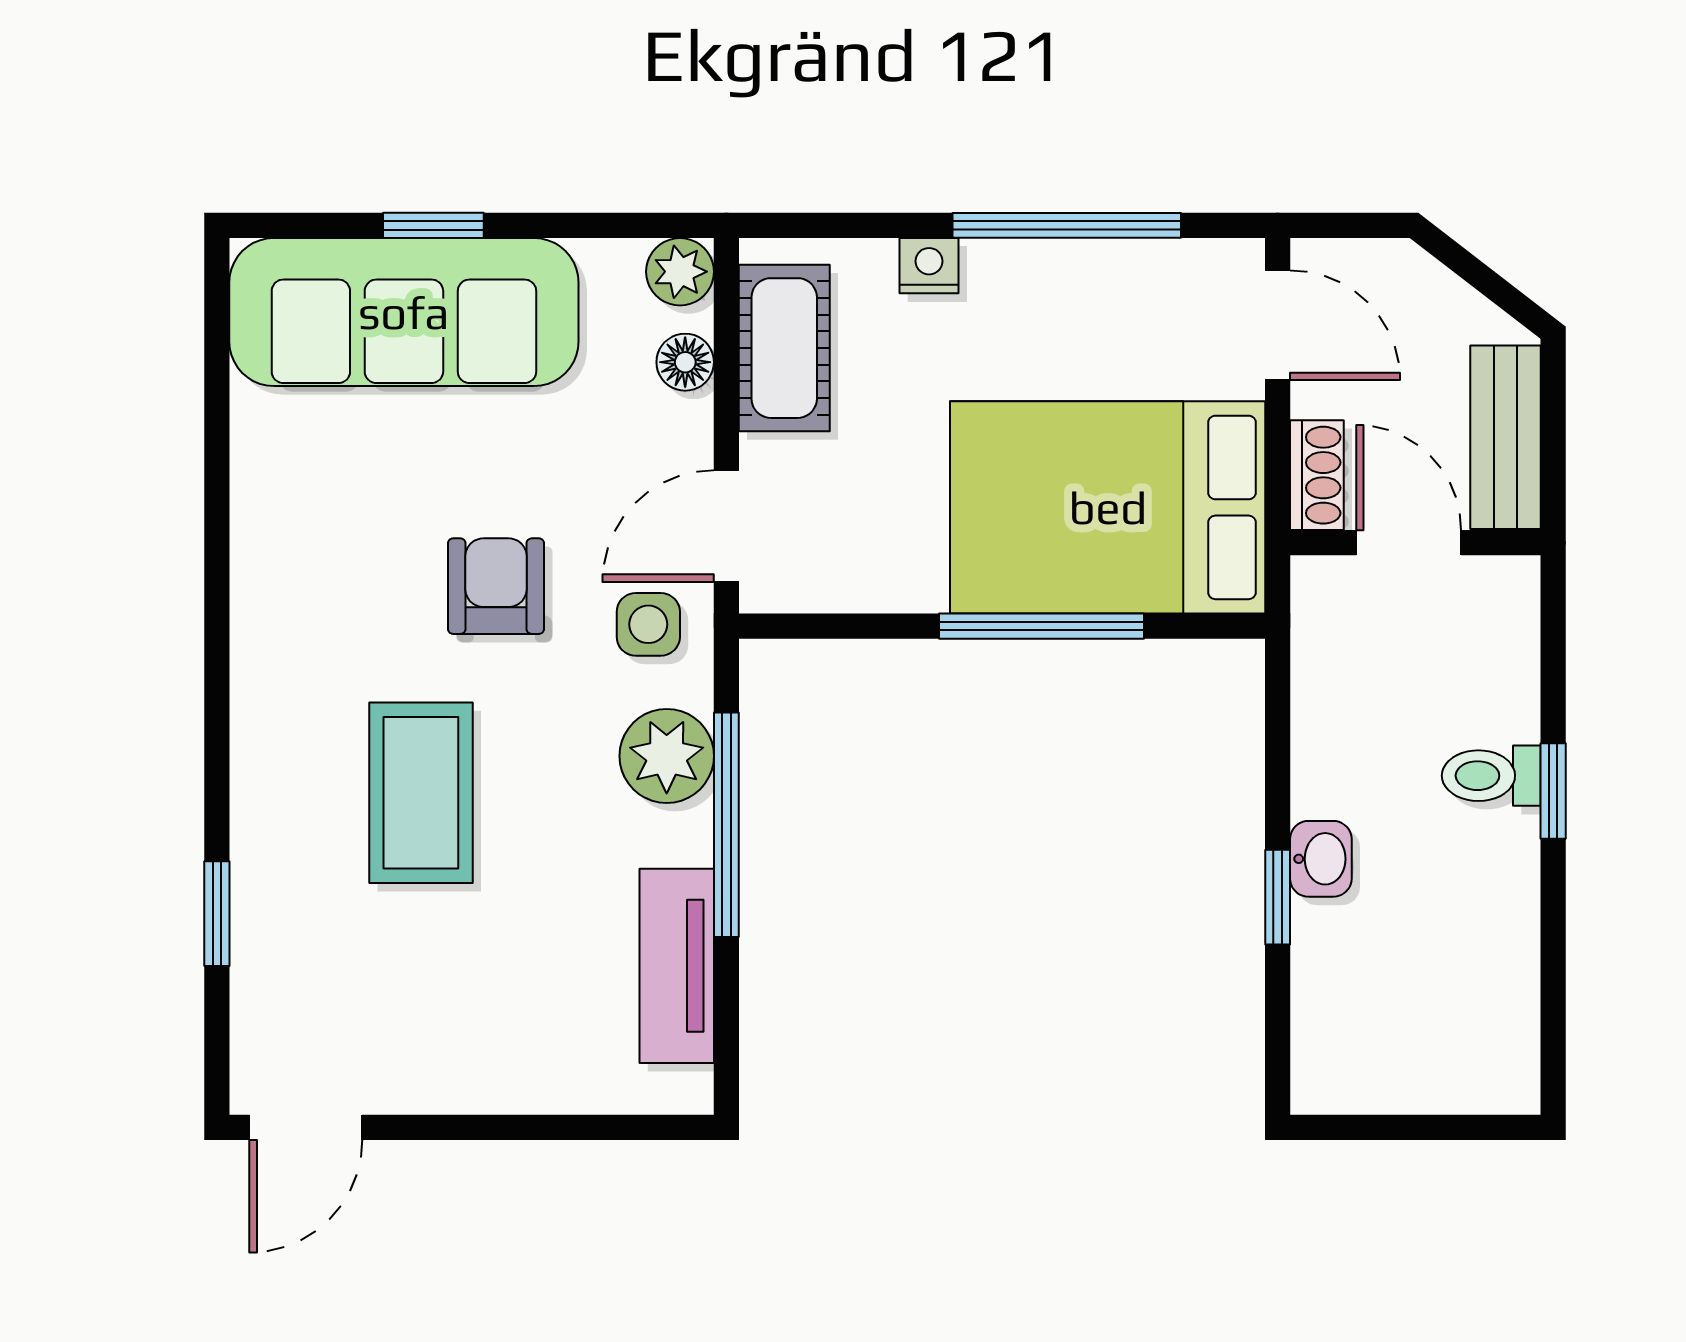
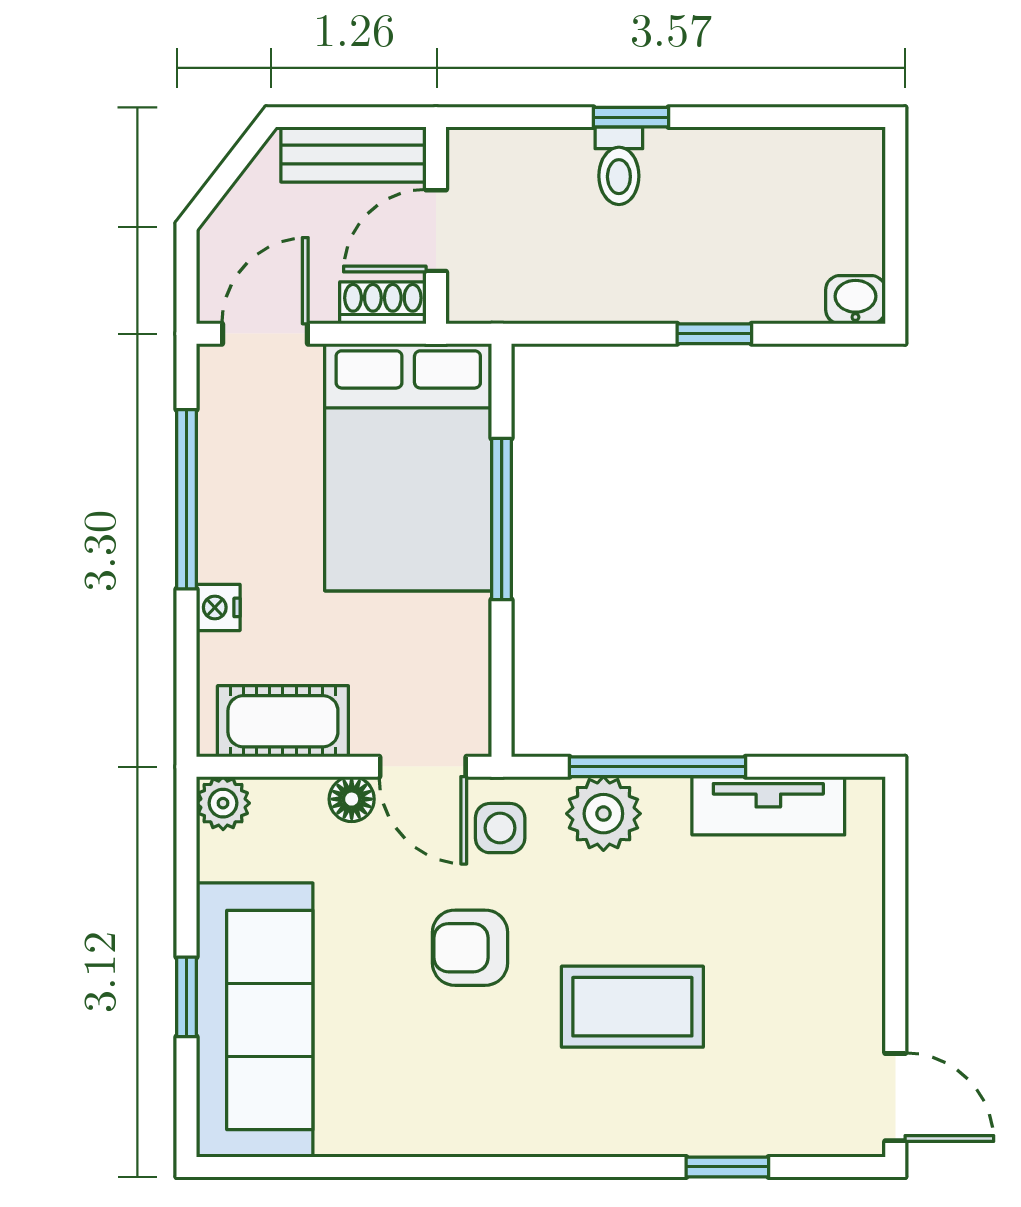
floor lamp: (685, 362) -> (352, 799), moved
washbasin: (1321, 859) -> (855, 300), moved

